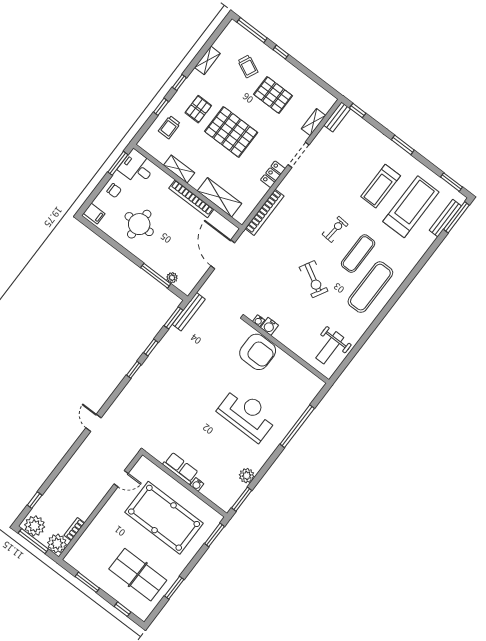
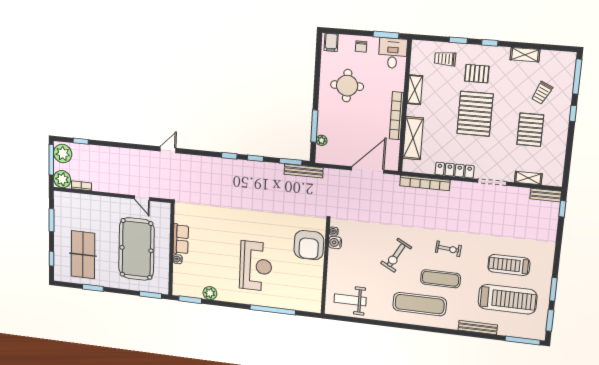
window: (403, 145) -> (553, 289), moved
locker: (273, 174) -> (455, 170), width x1.53
bench: (445, 218) -> (478, 327), moved

